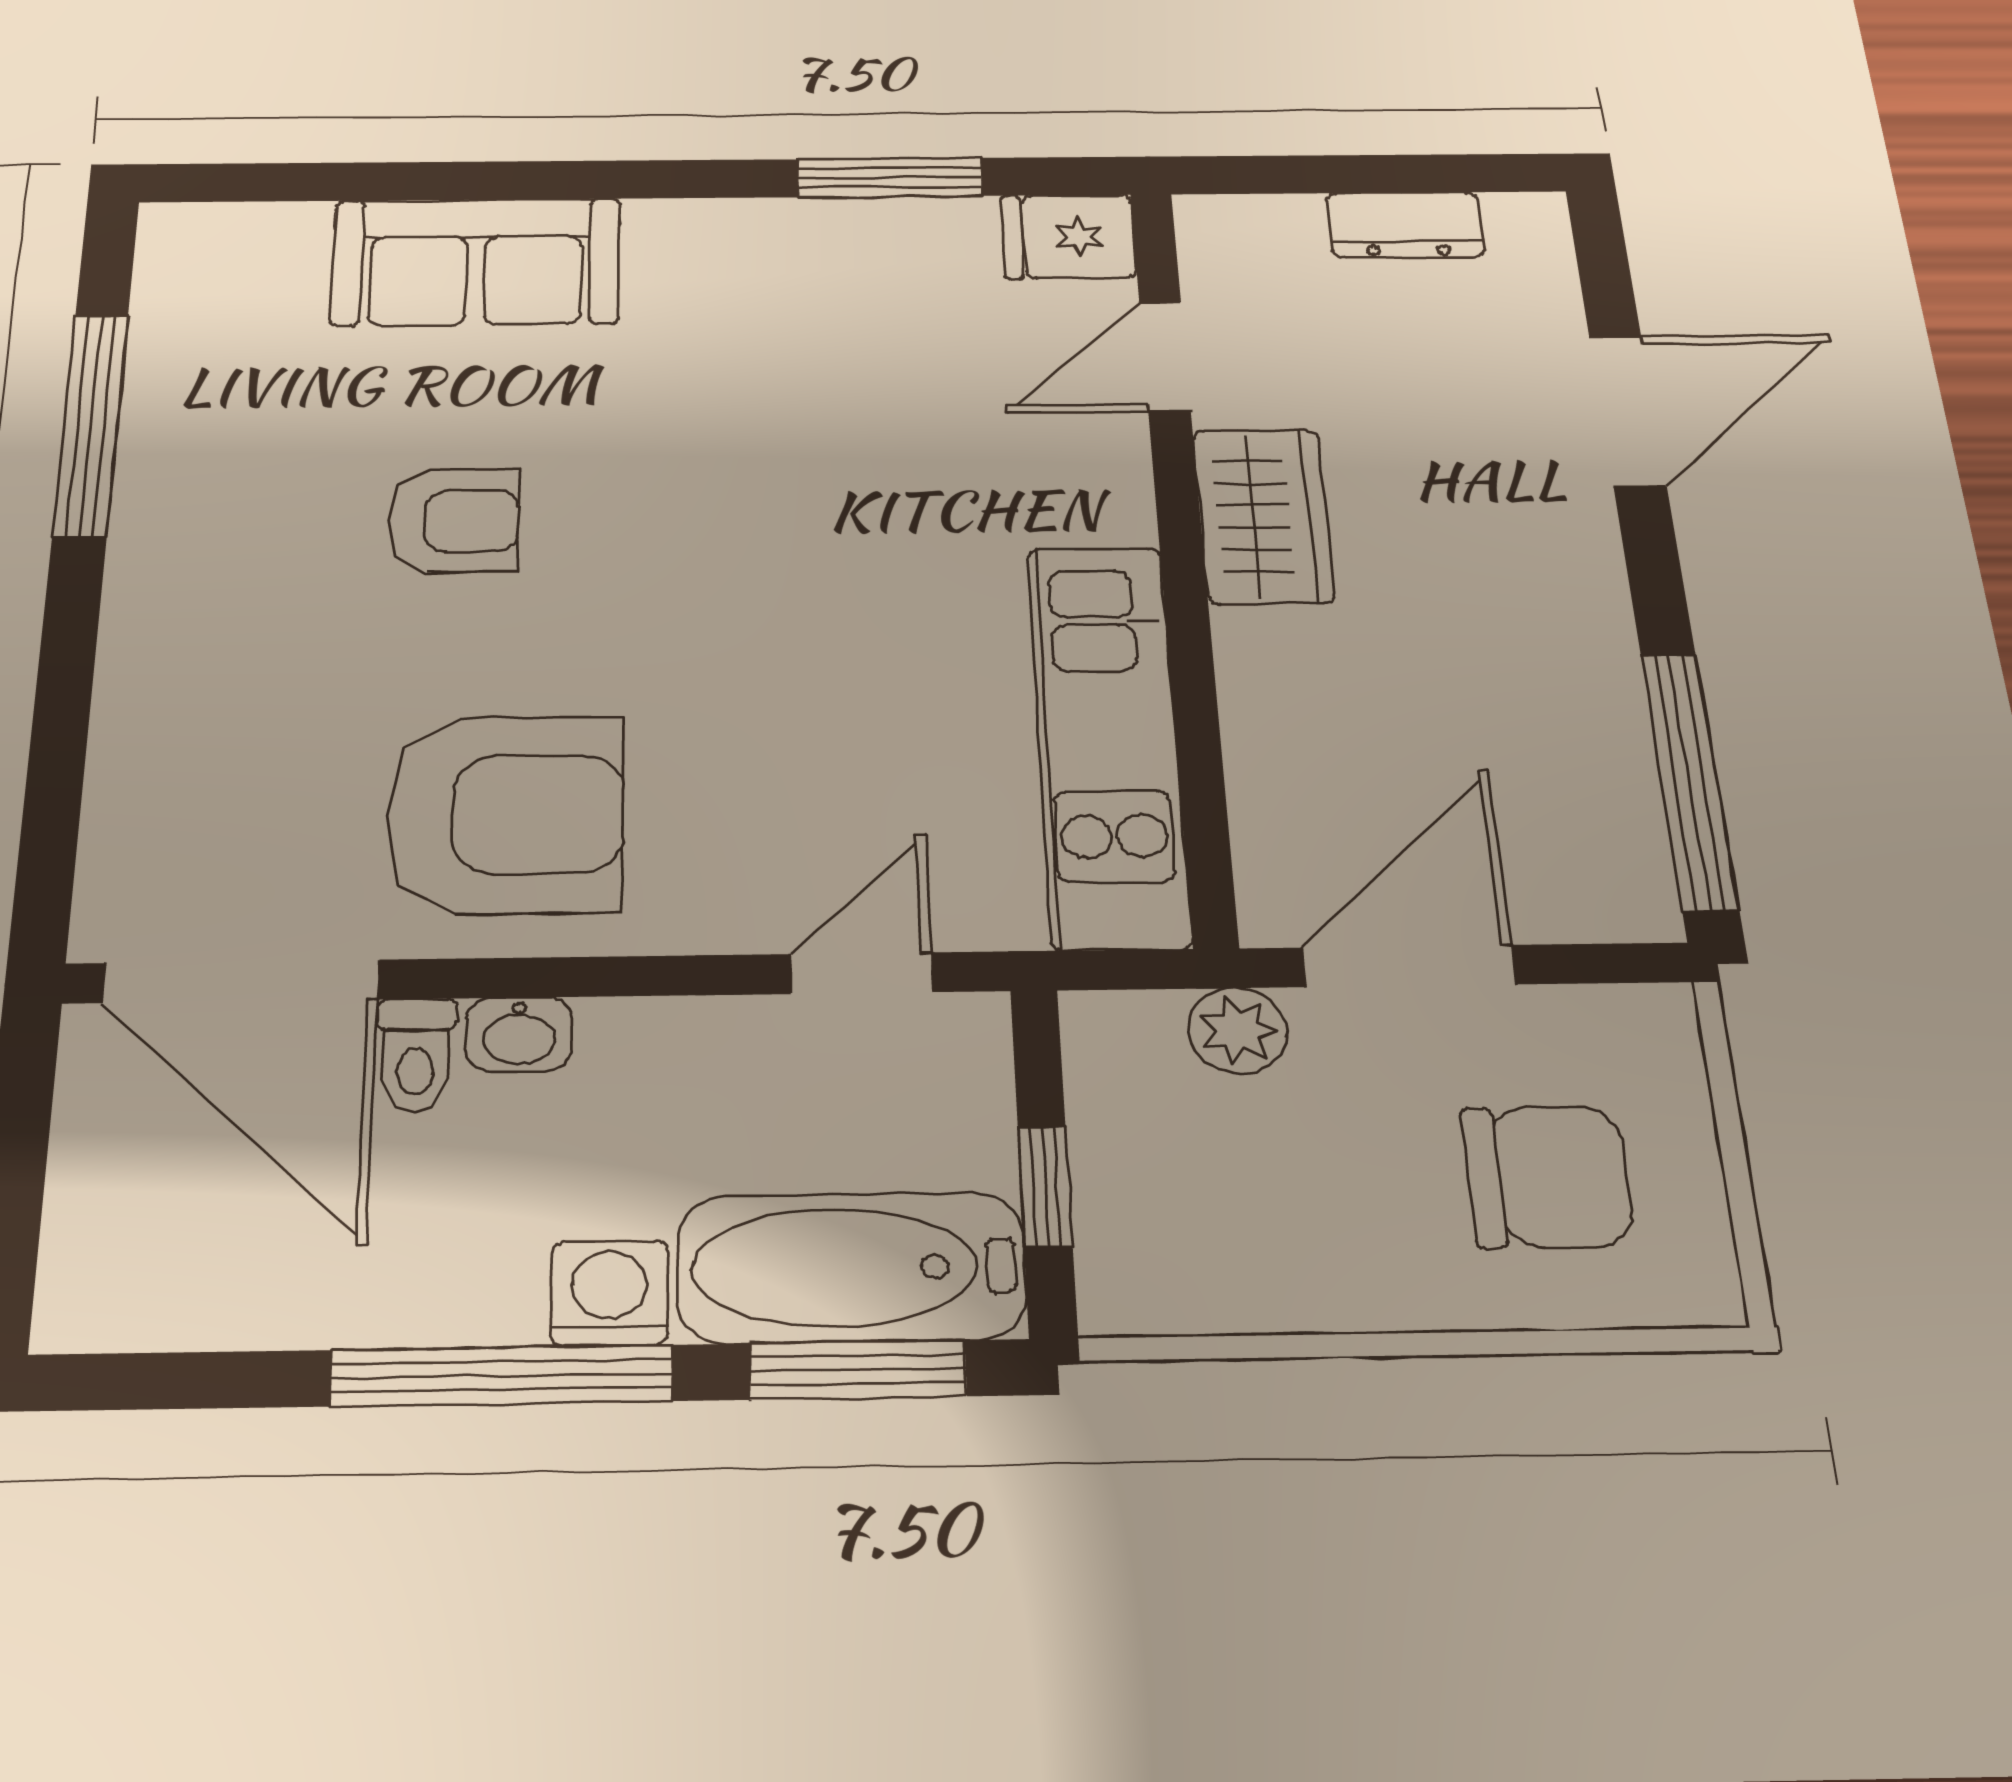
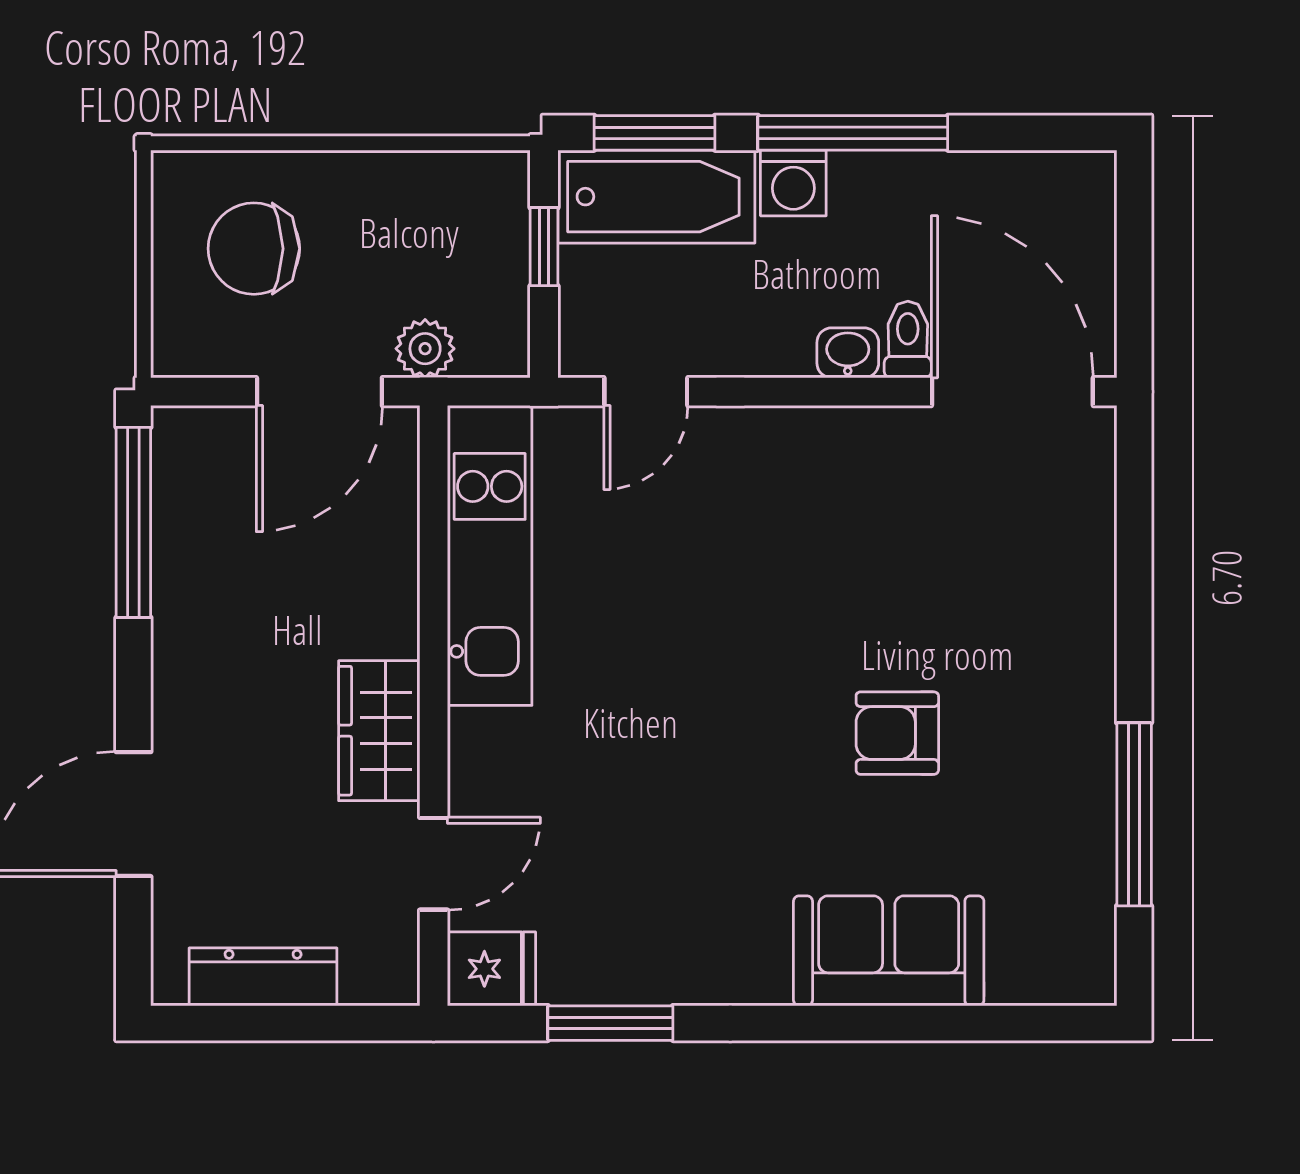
dresser: (1405, 225) -> (263, 977), width x1.44
armchair: (505, 814) -> (859, 508), removed

